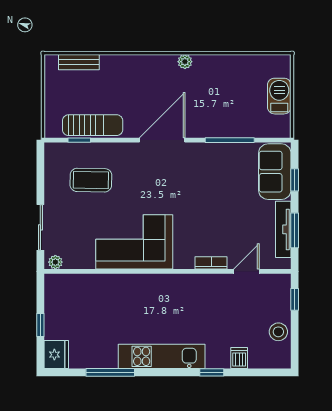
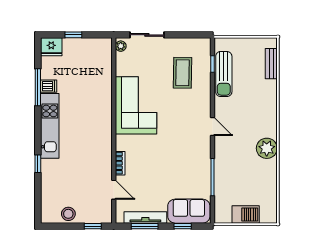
plant: (185, 62) -> (267, 148), width x1.88, depth x1.88
door: (162, 140) -> (212, 126), width x0.53
dishwasher: (239, 358) -> (49, 86), moved

